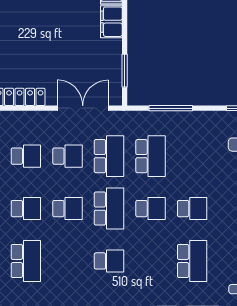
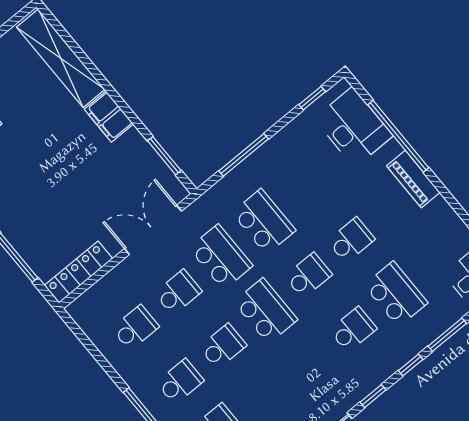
school desk: (109, 261) -> (353, 329), moved

